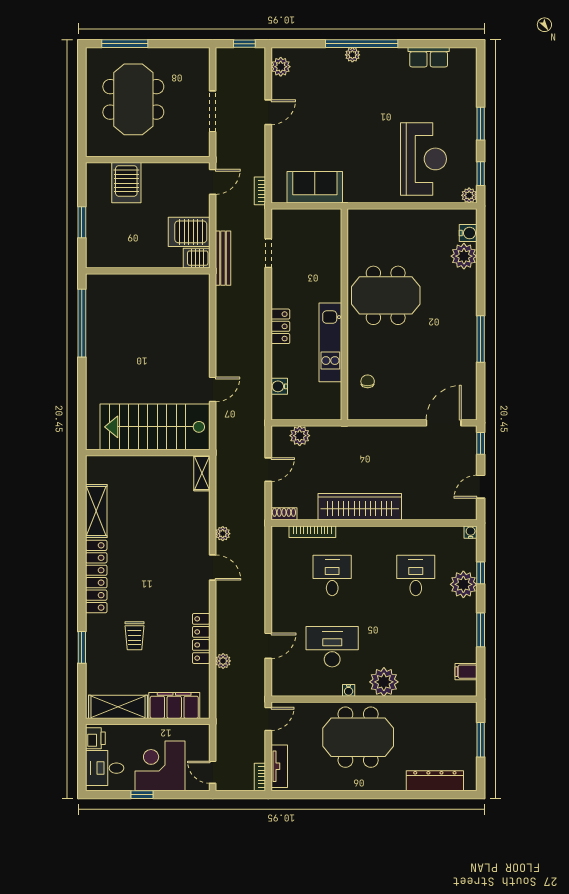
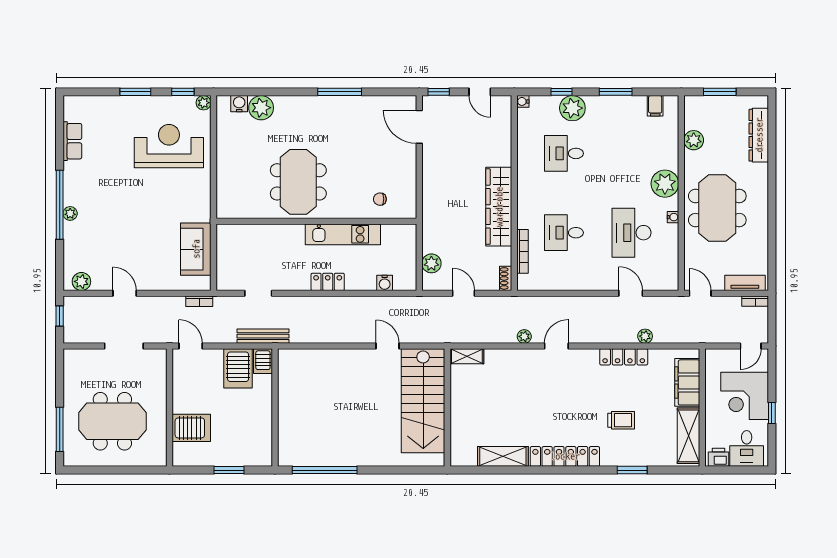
plant: (430, 712) -> (694, 140), added

